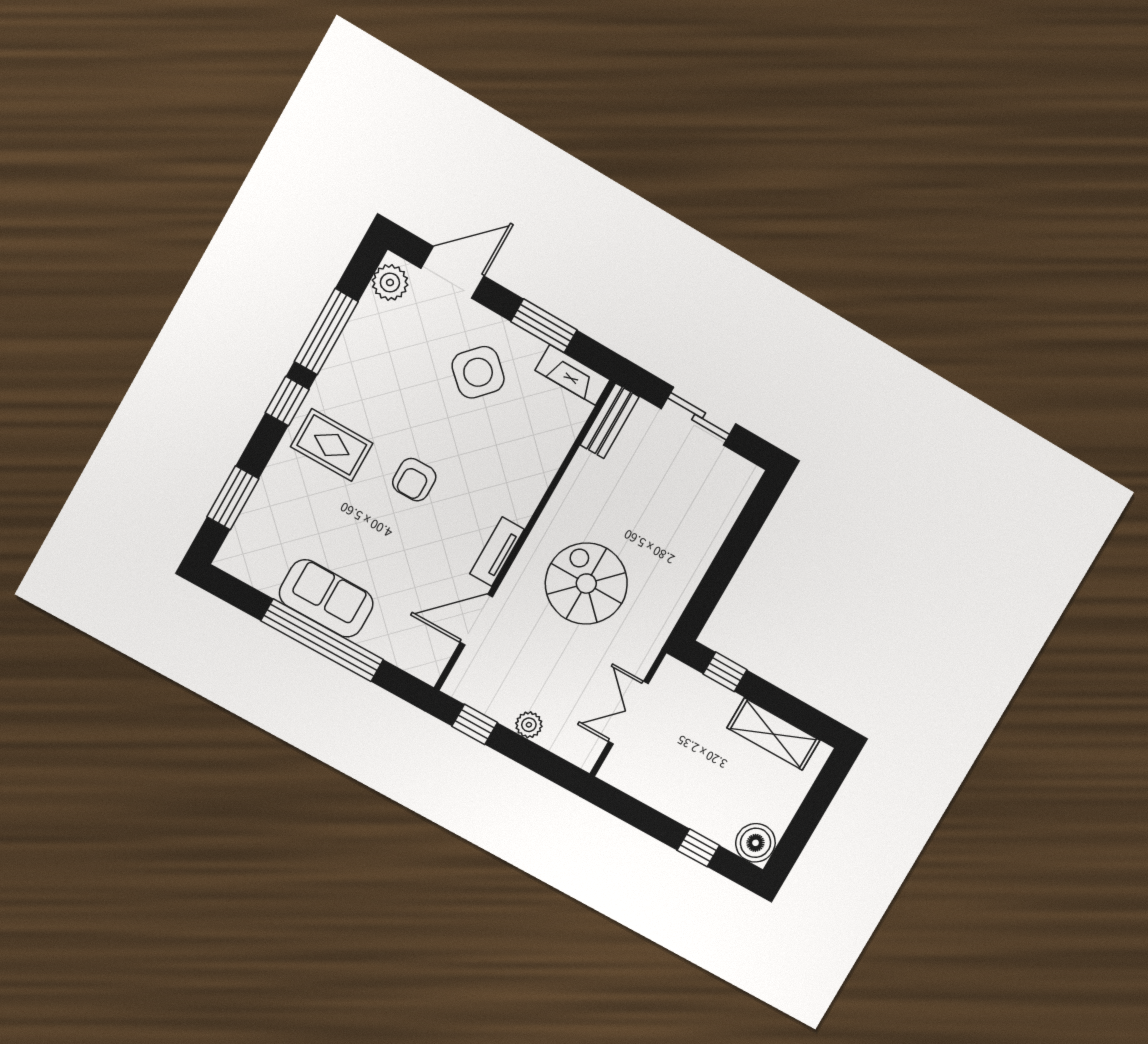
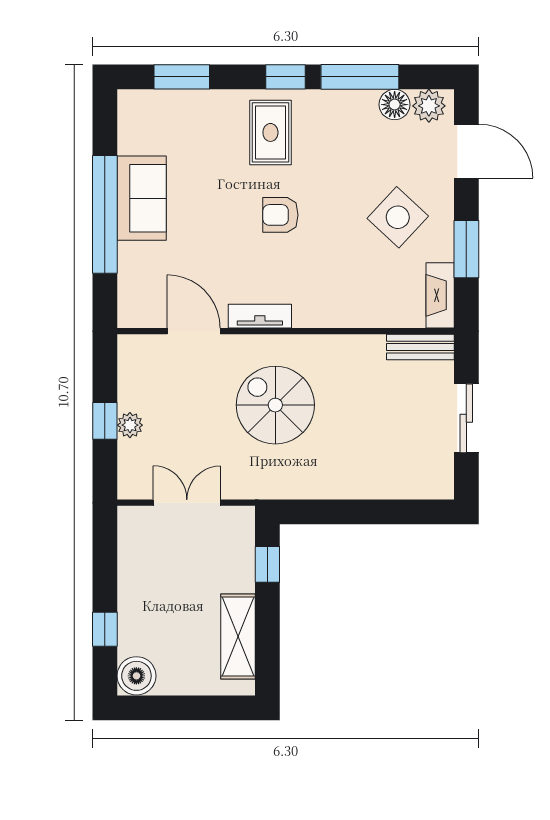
floor lamp: (371, 314) -> (395, 105), added
spiral stairs: (586, 584) -> (275, 405), turned -90
window: (475, 724) -> (105, 421), moved

